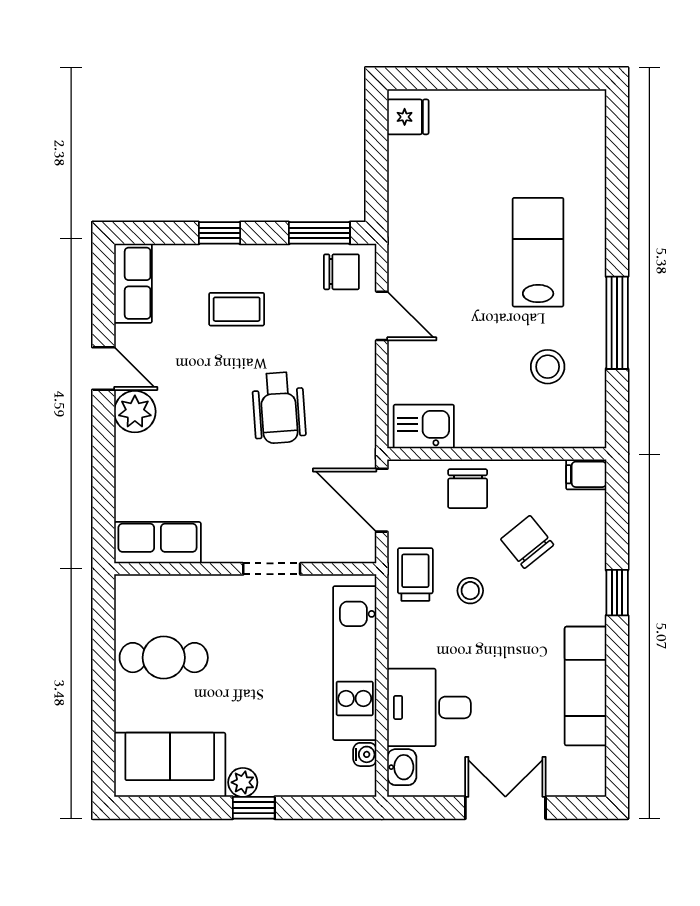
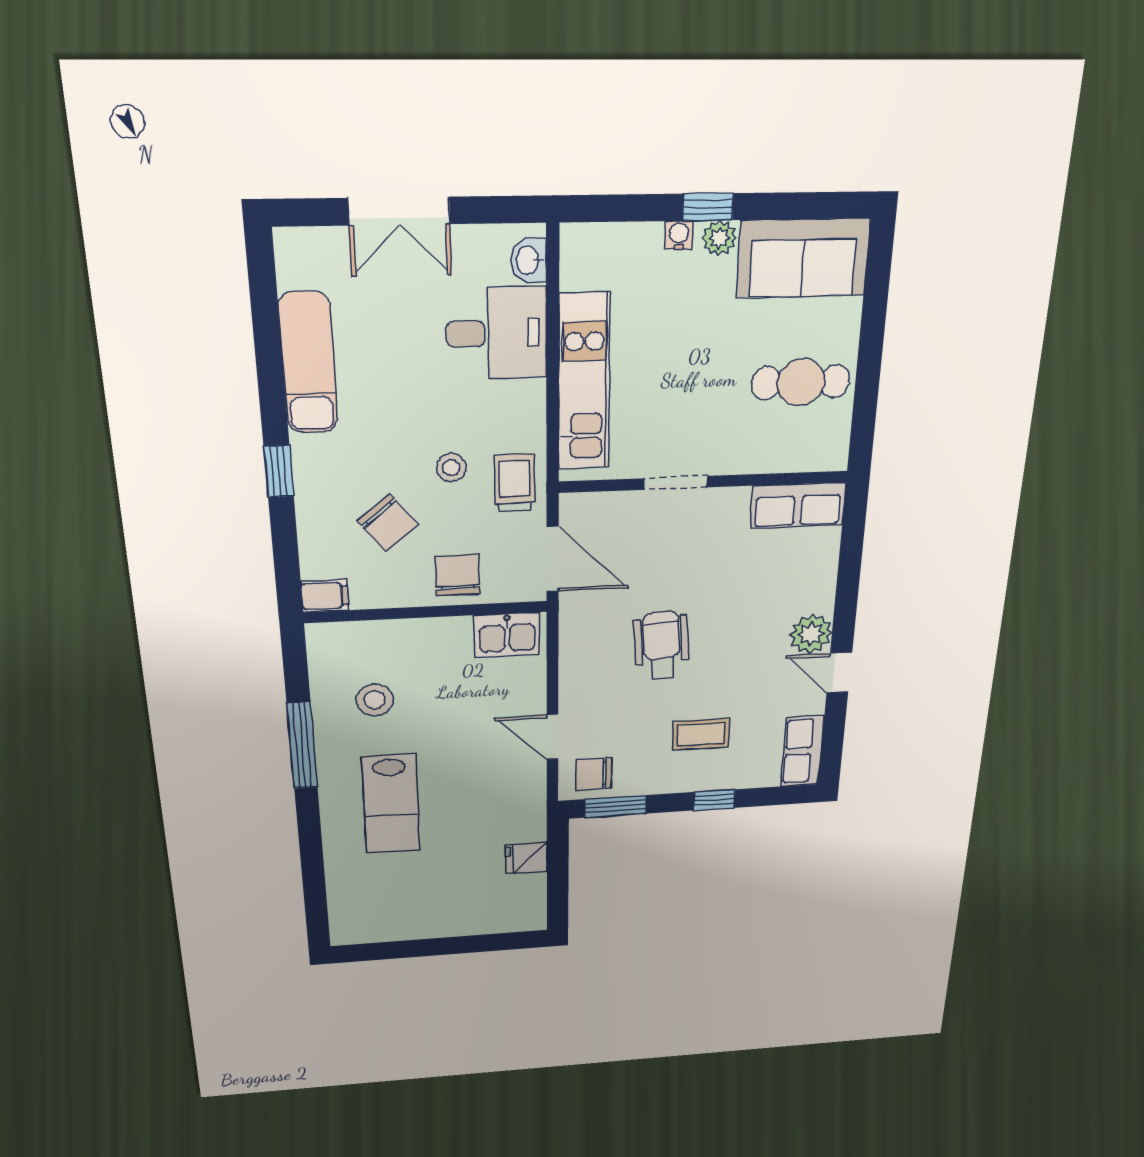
fridge: (408, 117) -> (526, 858), moved
trolley: (415, 574) -> (515, 483), turned 180
water cooler: (365, 754) -> (679, 235), moved, turned 90

